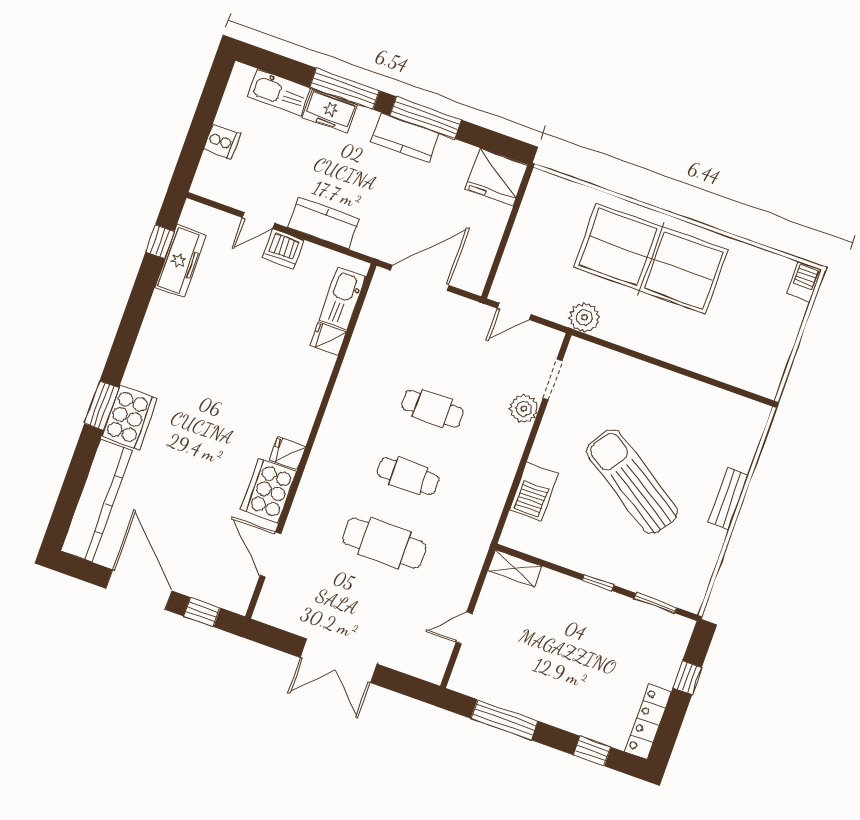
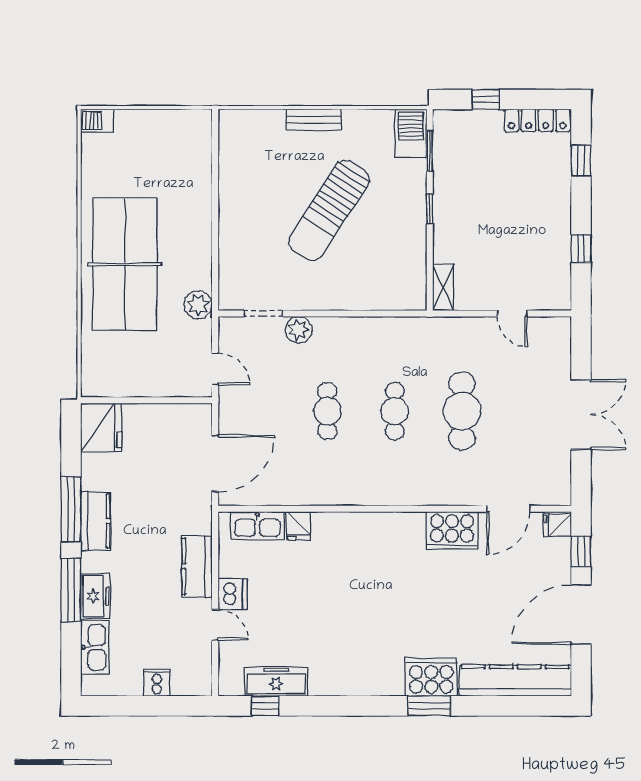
door: (420, 278) -> (215, 463), swing flipped
fridge: (288, 453) -> (557, 525), moved, turned 90
barbecue: (534, 491) -> (411, 133), moved, turned -90
window: (504, 720) -> (581, 249), width x0.46

